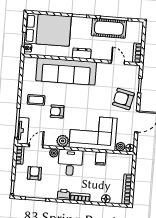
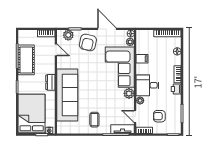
door: (118, 62) -> (56, 50), swing flipped
plant: (133, 78) -> (68, 35), added
armchair: (57, 111) -> (103, 100), removed

